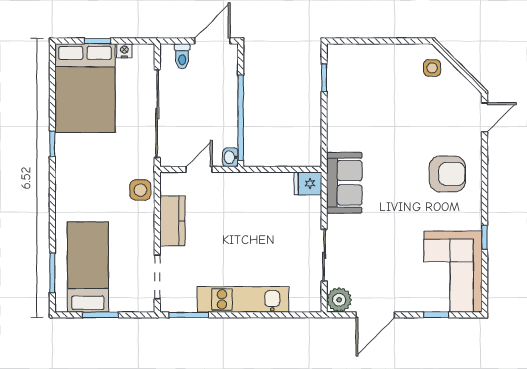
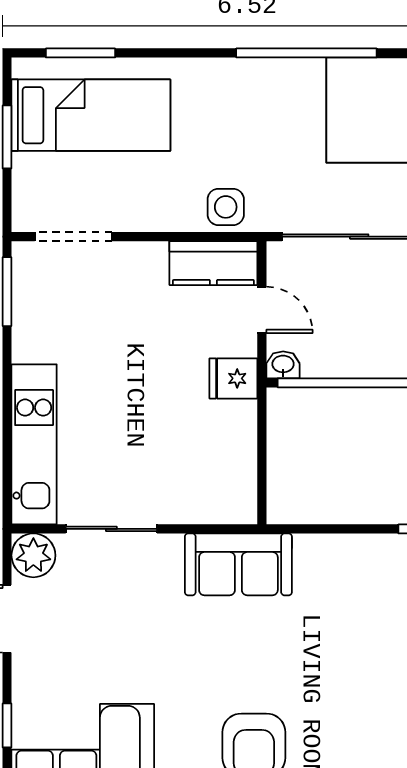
window: (52, 144) -> (306, 53), width x3.17
fridge: (308, 183) -> (233, 378), moved, turned -90
kitchen counter: (172, 221) -> (213, 263), moved
kitchen unit: (243, 299) -> (34, 444), moved

